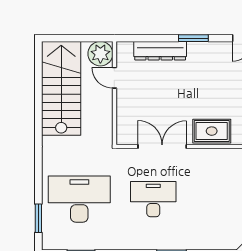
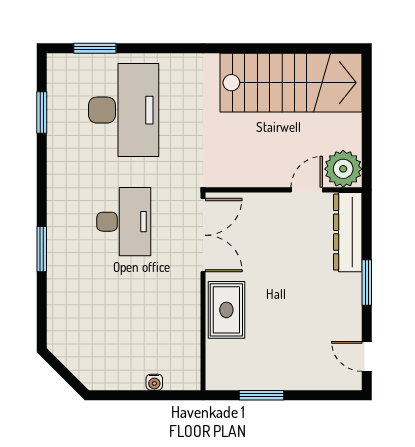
plant: (100, 54) -> (343, 169), moved
door: (114, 78) -> (307, 190), moved
wall: (114, 93) -> (284, 190), moved

